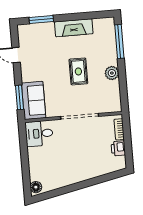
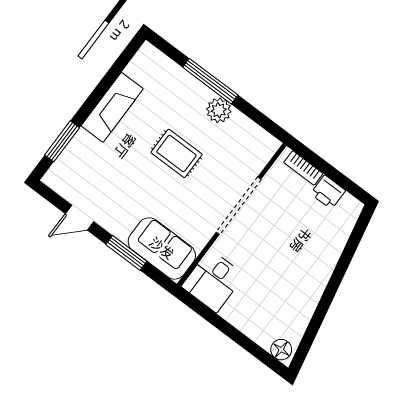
window: (119, 42) -> (210, 81), moved
window: (20, 97) -> (126, 253), moved

